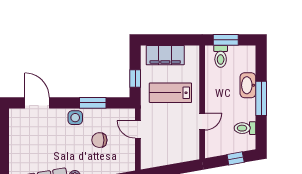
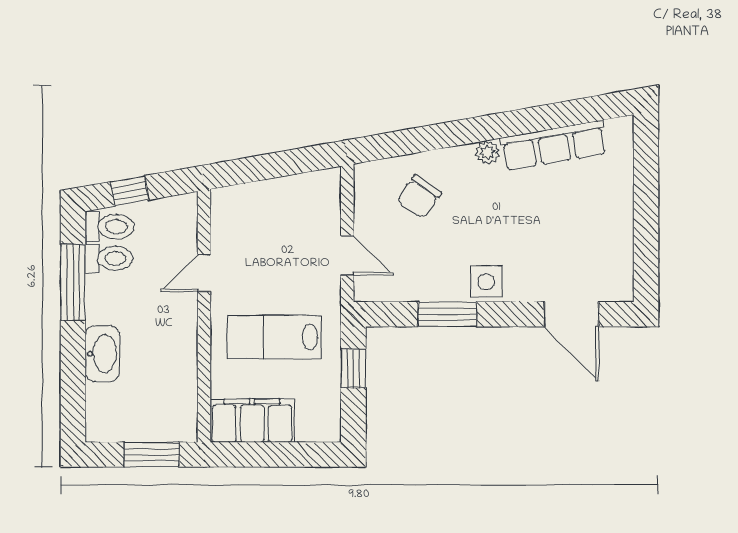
filing cabinet: (165, 55) -> (252, 421), moved
toilet: (221, 56) -> (110, 227), moved, turned 90
lab bench: (170, 93) -> (275, 337), turned 180
window: (261, 98) -> (73, 282), moved
chair: (99, 140) -> (419, 197), moved, turned 125

